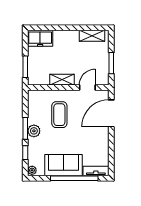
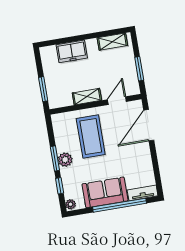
freezer: (40, 38) -> (72, 51), moved
coffee table: (59, 115) -> (91, 136), width x1.36, depth x1.32

